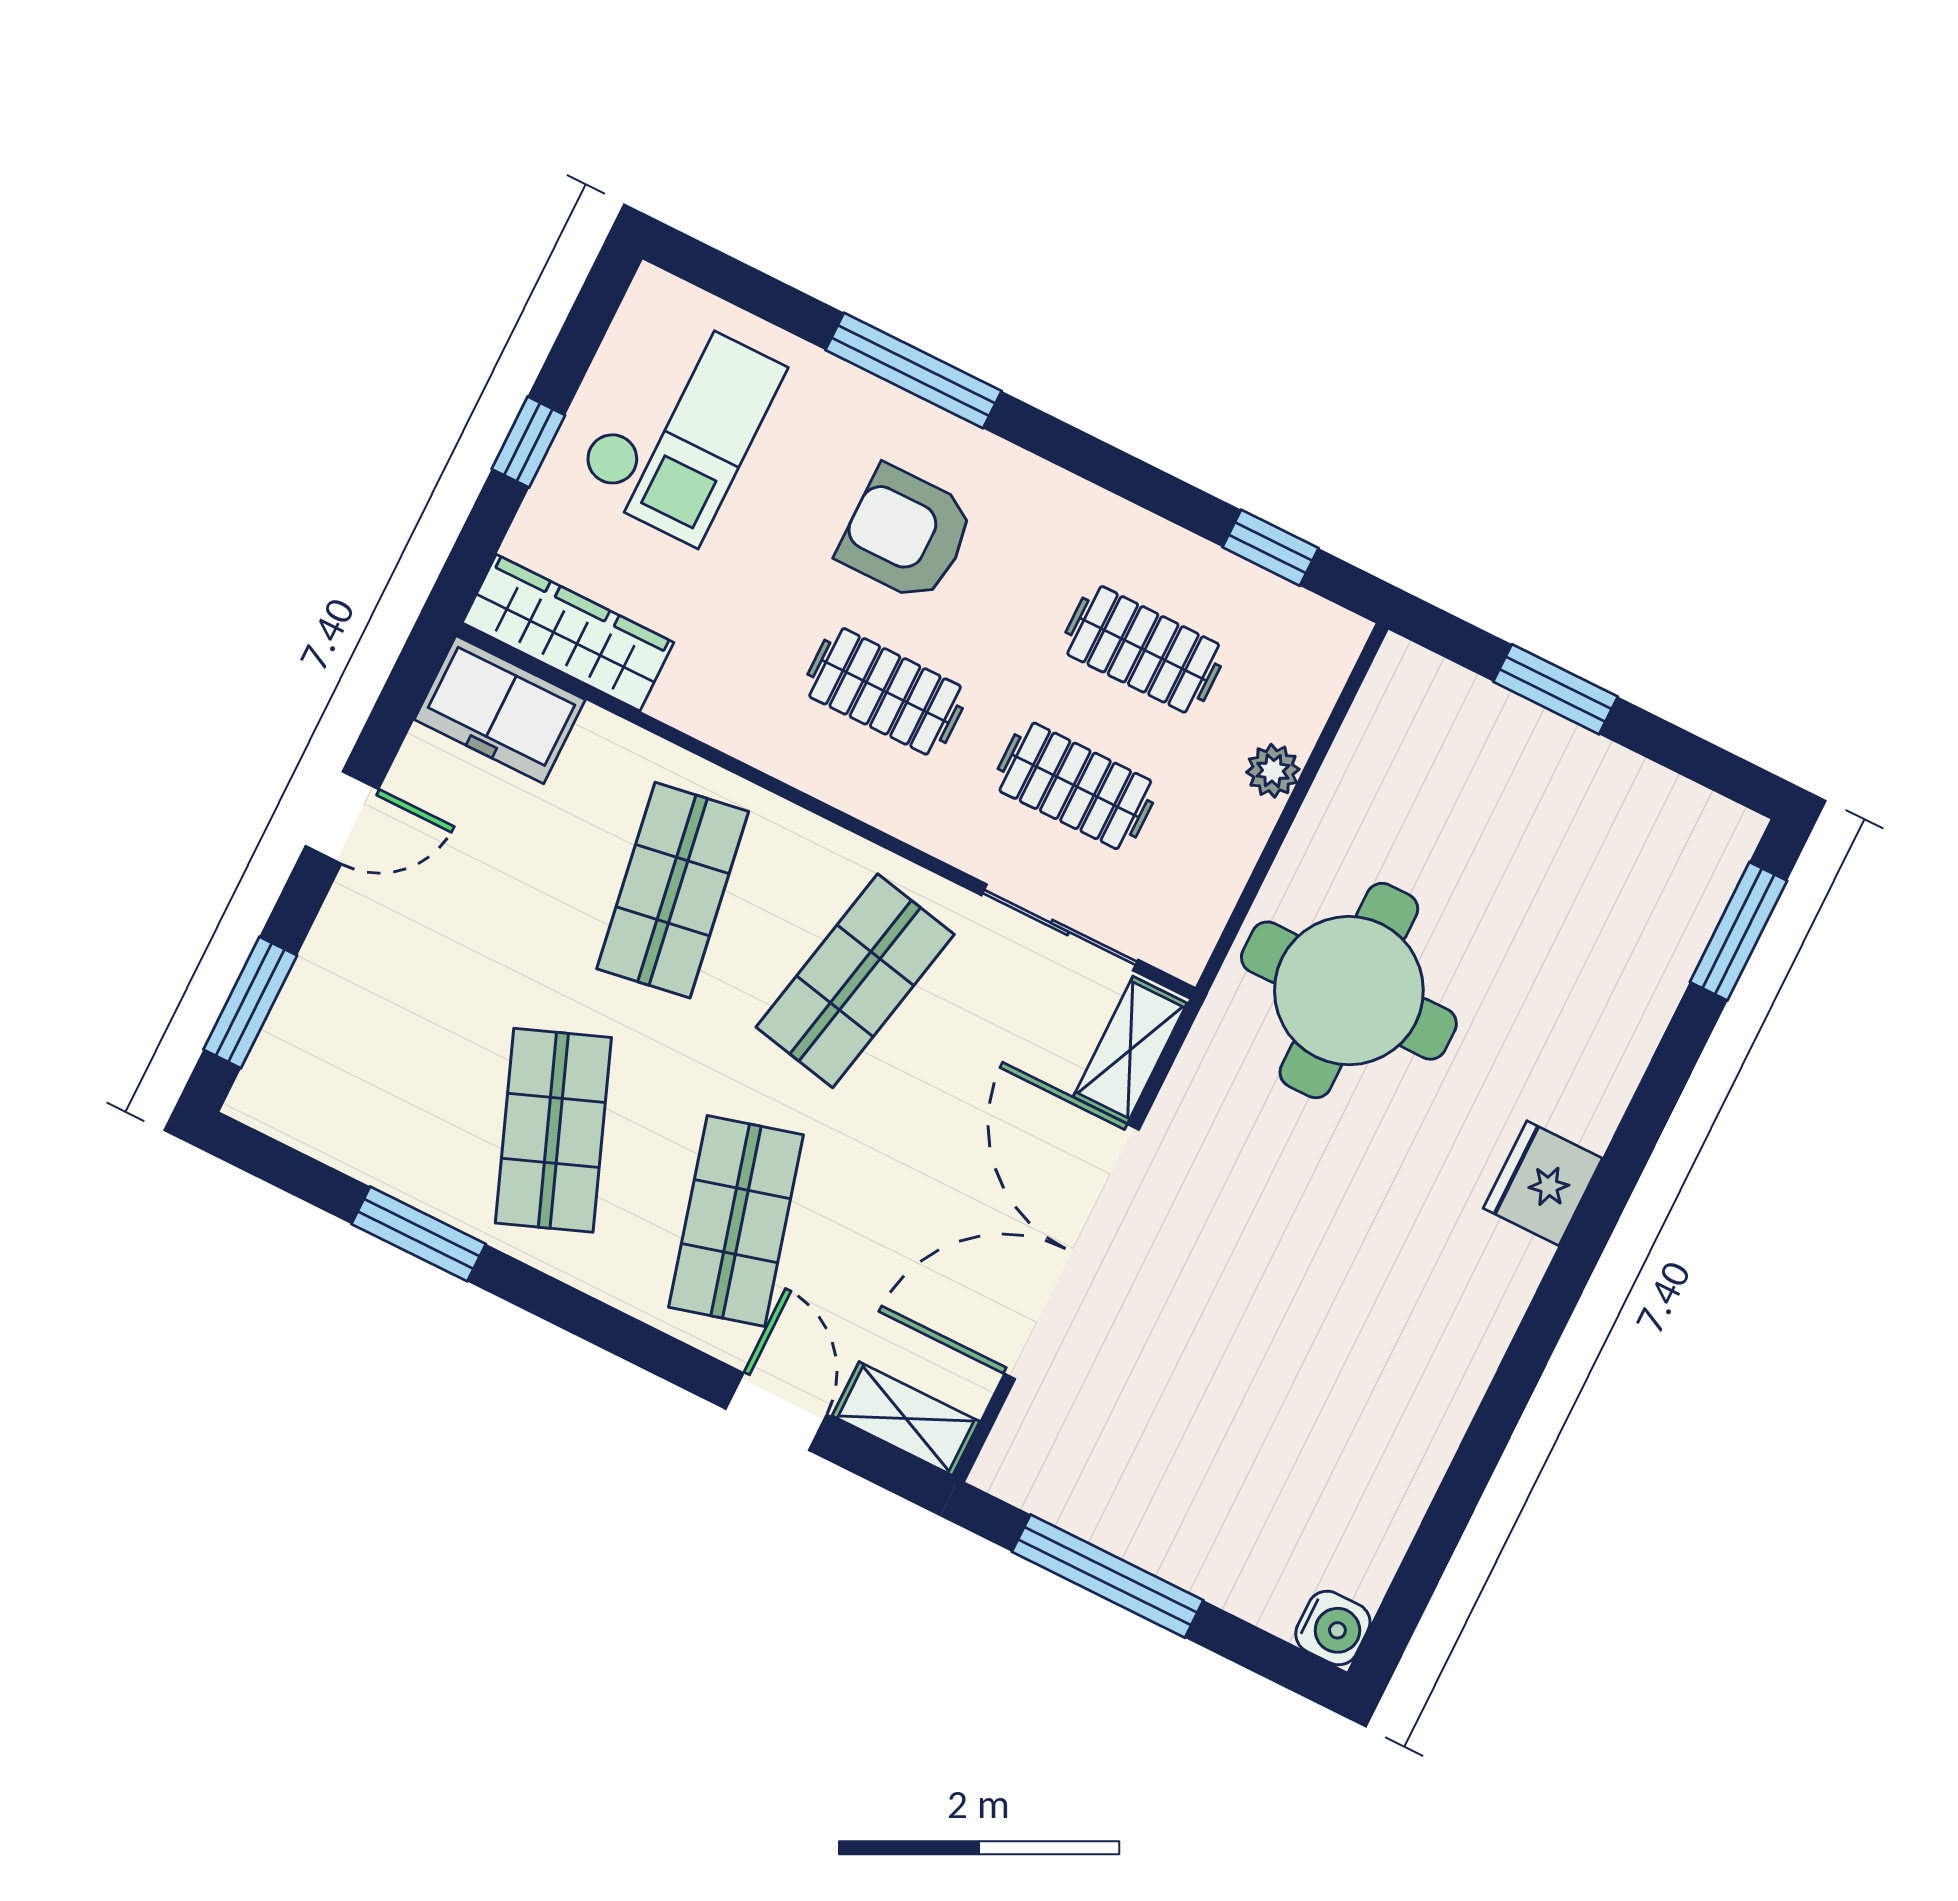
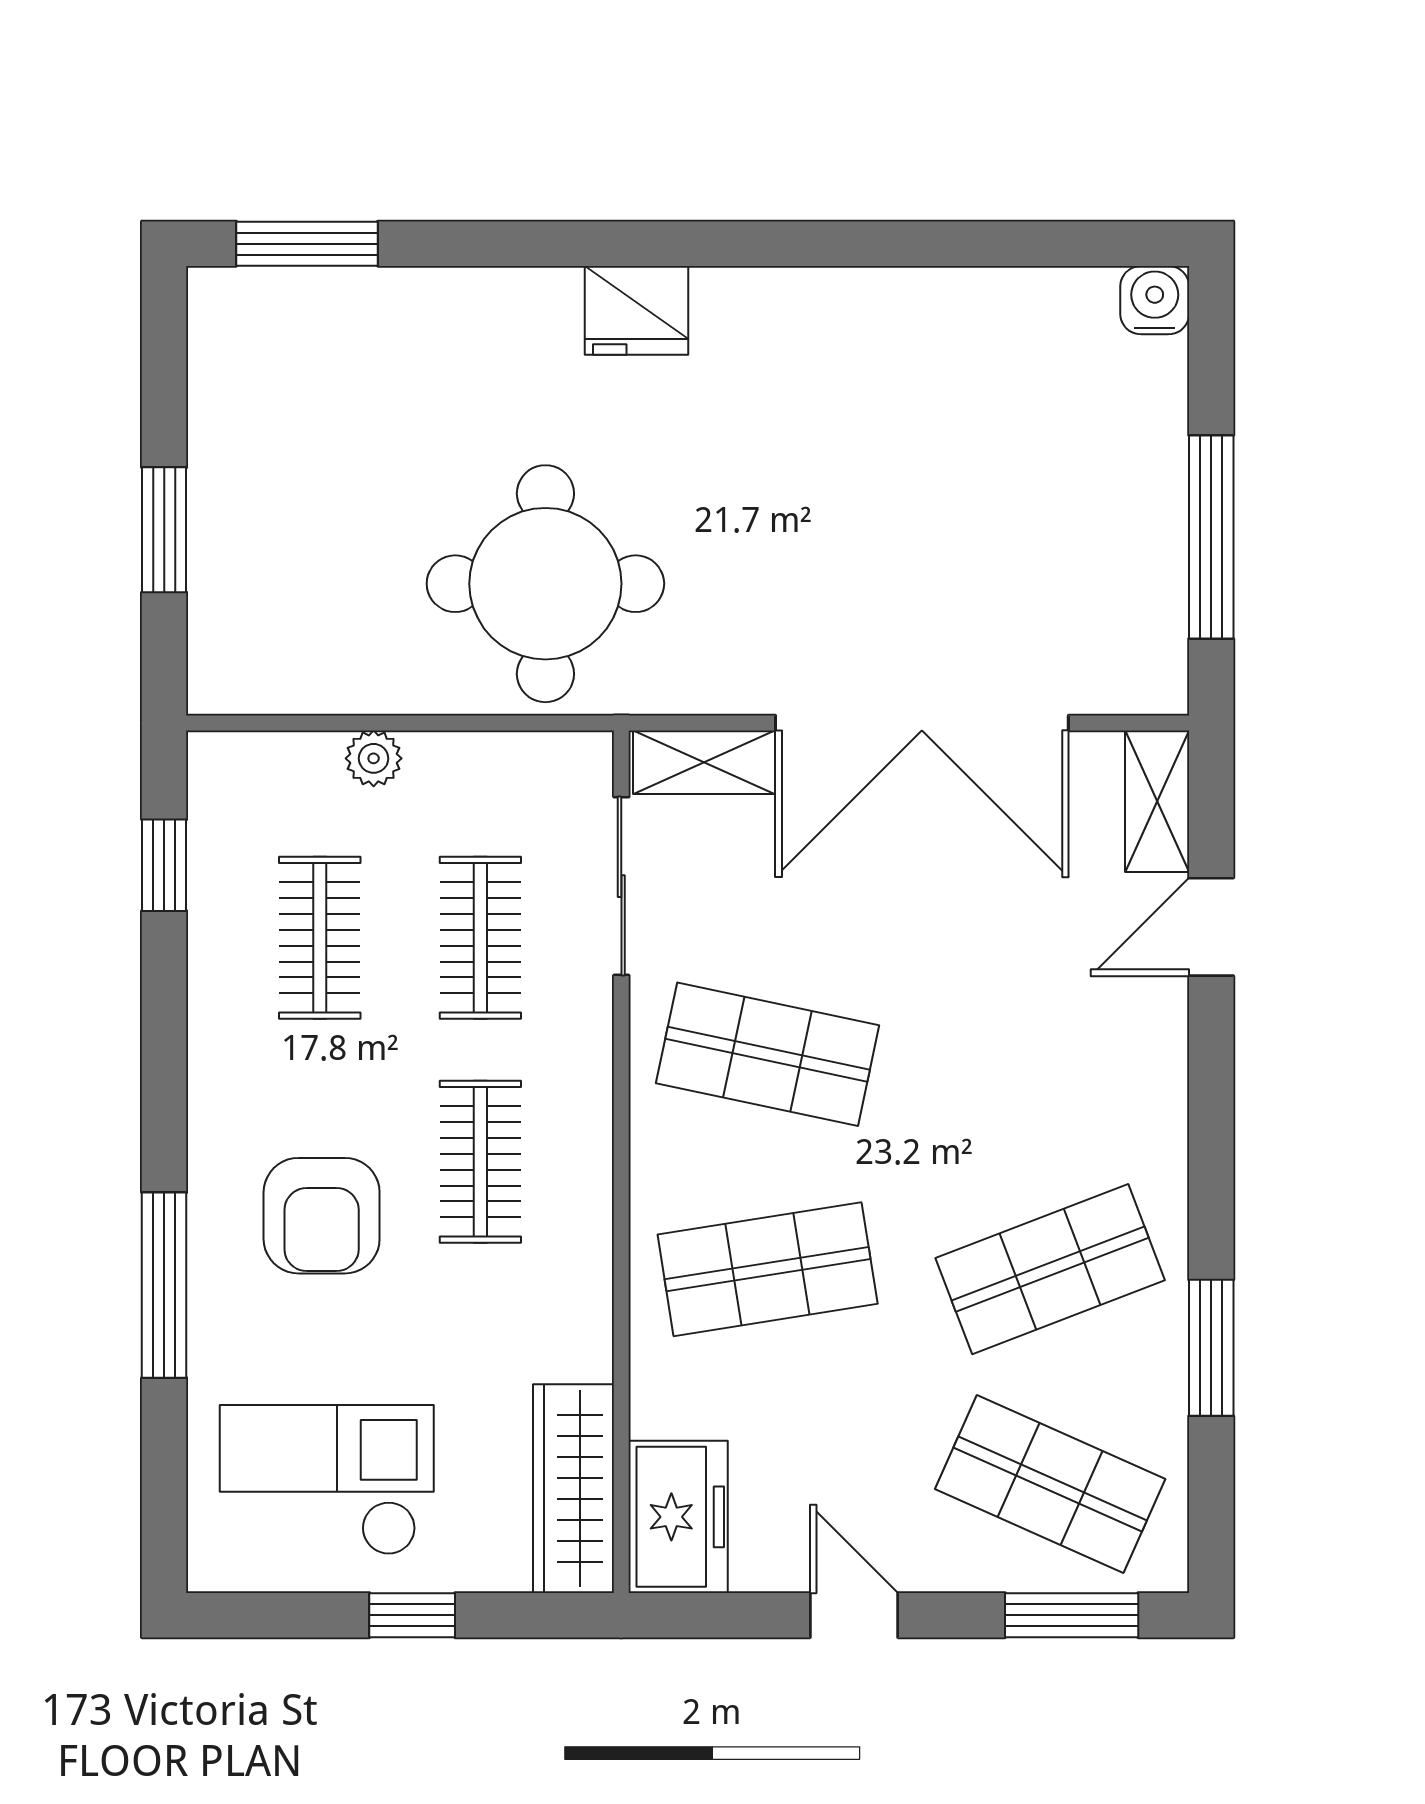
shop shelf: (736, 1221) -> (1050, 1484), moved, turned 39

